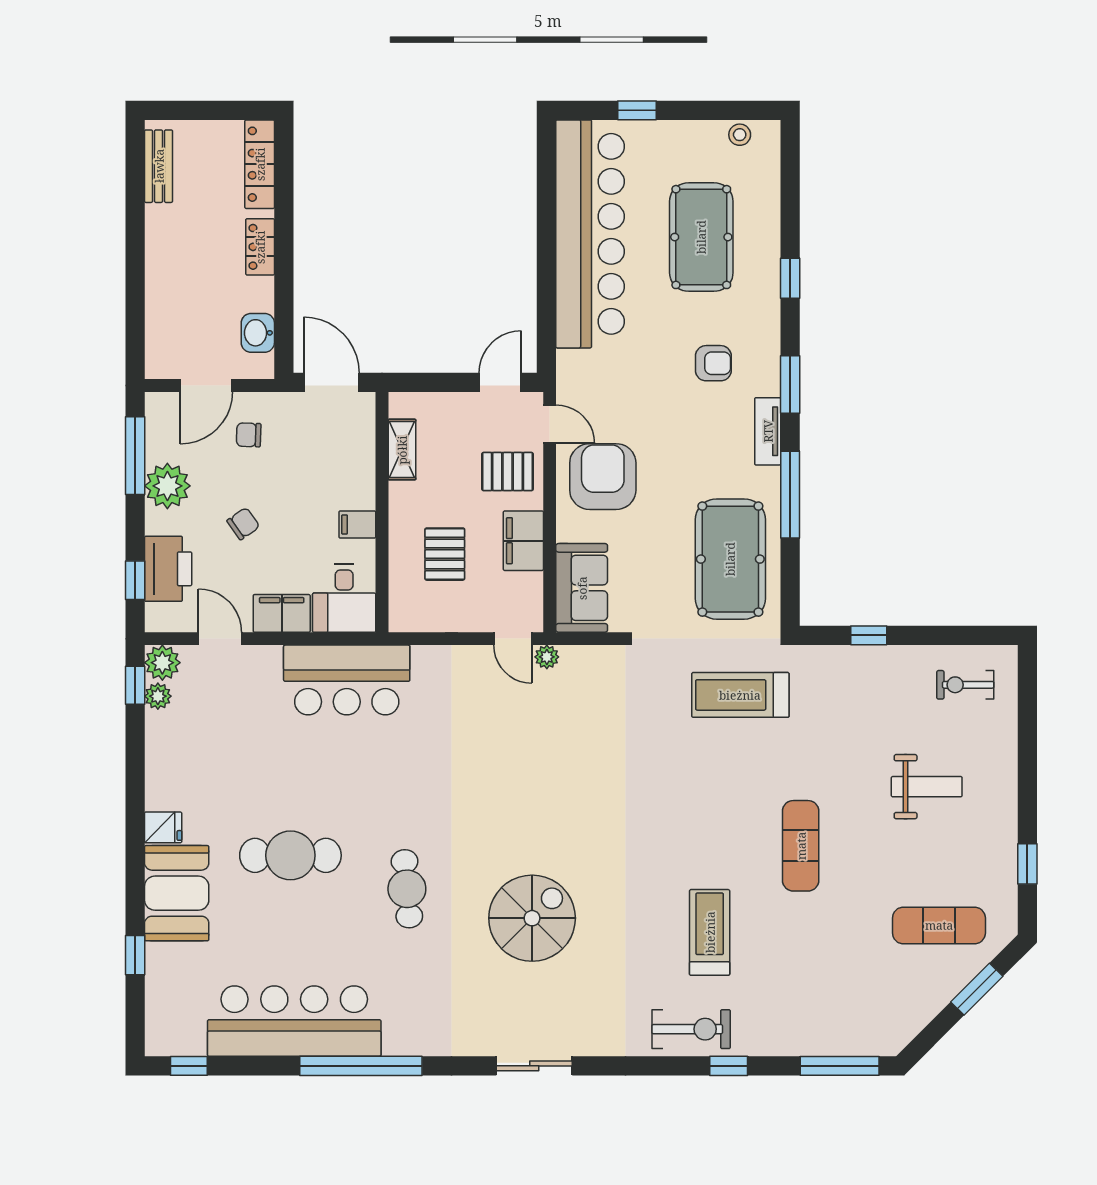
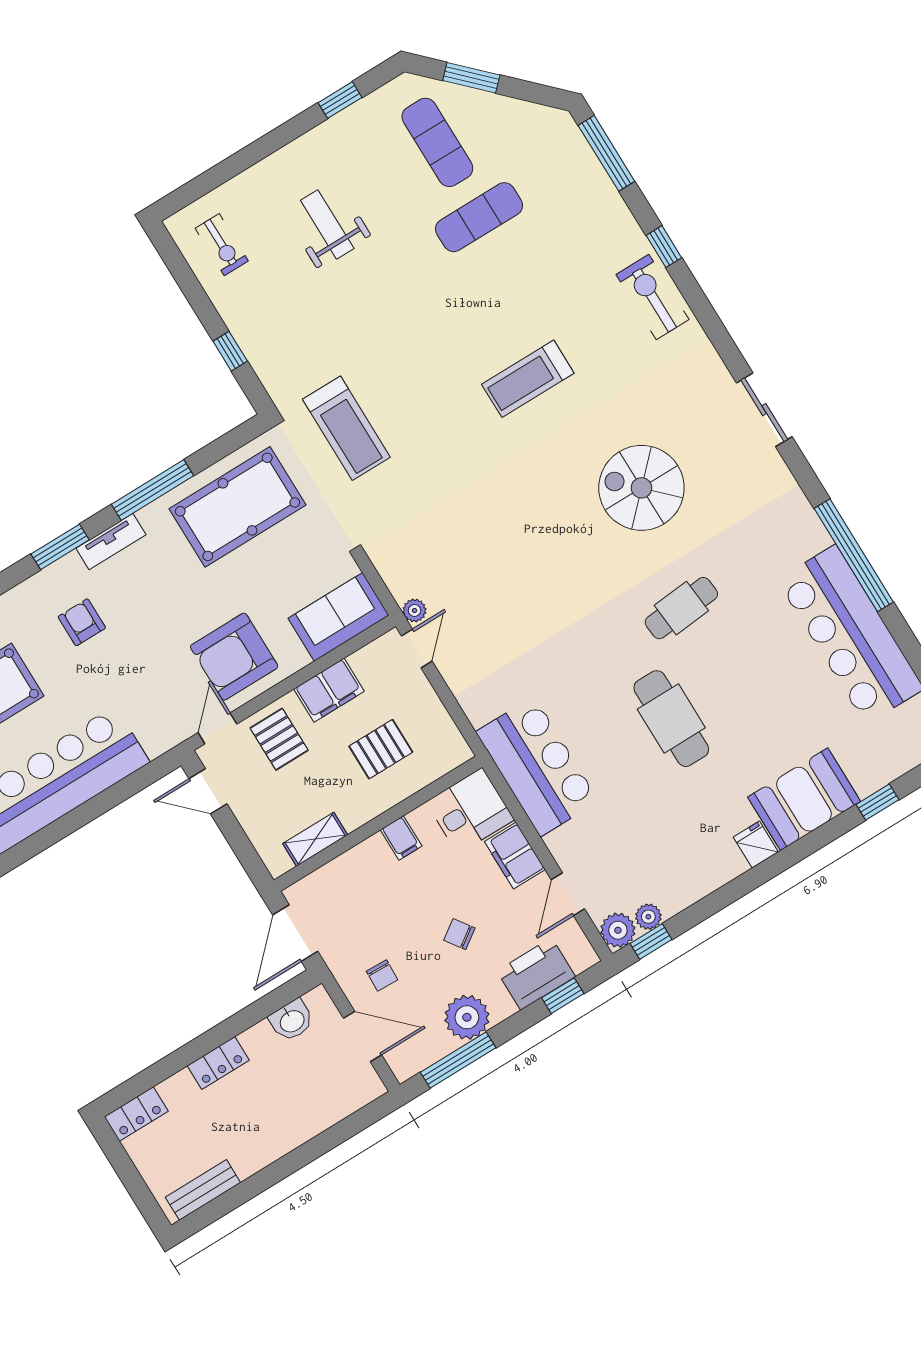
locker: (260, 164) -> (136, 1114), width x0.66
exercise mat: (801, 846) -> (479, 217), moved
cafe table: (290, 855) -> (671, 719), moved
treadmill: (710, 932) -> (528, 379), moved

